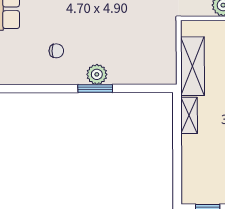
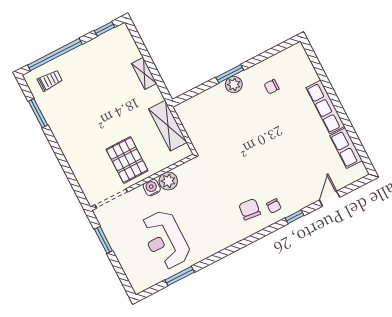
shelving: (189, 115) -> (144, 73), moved

